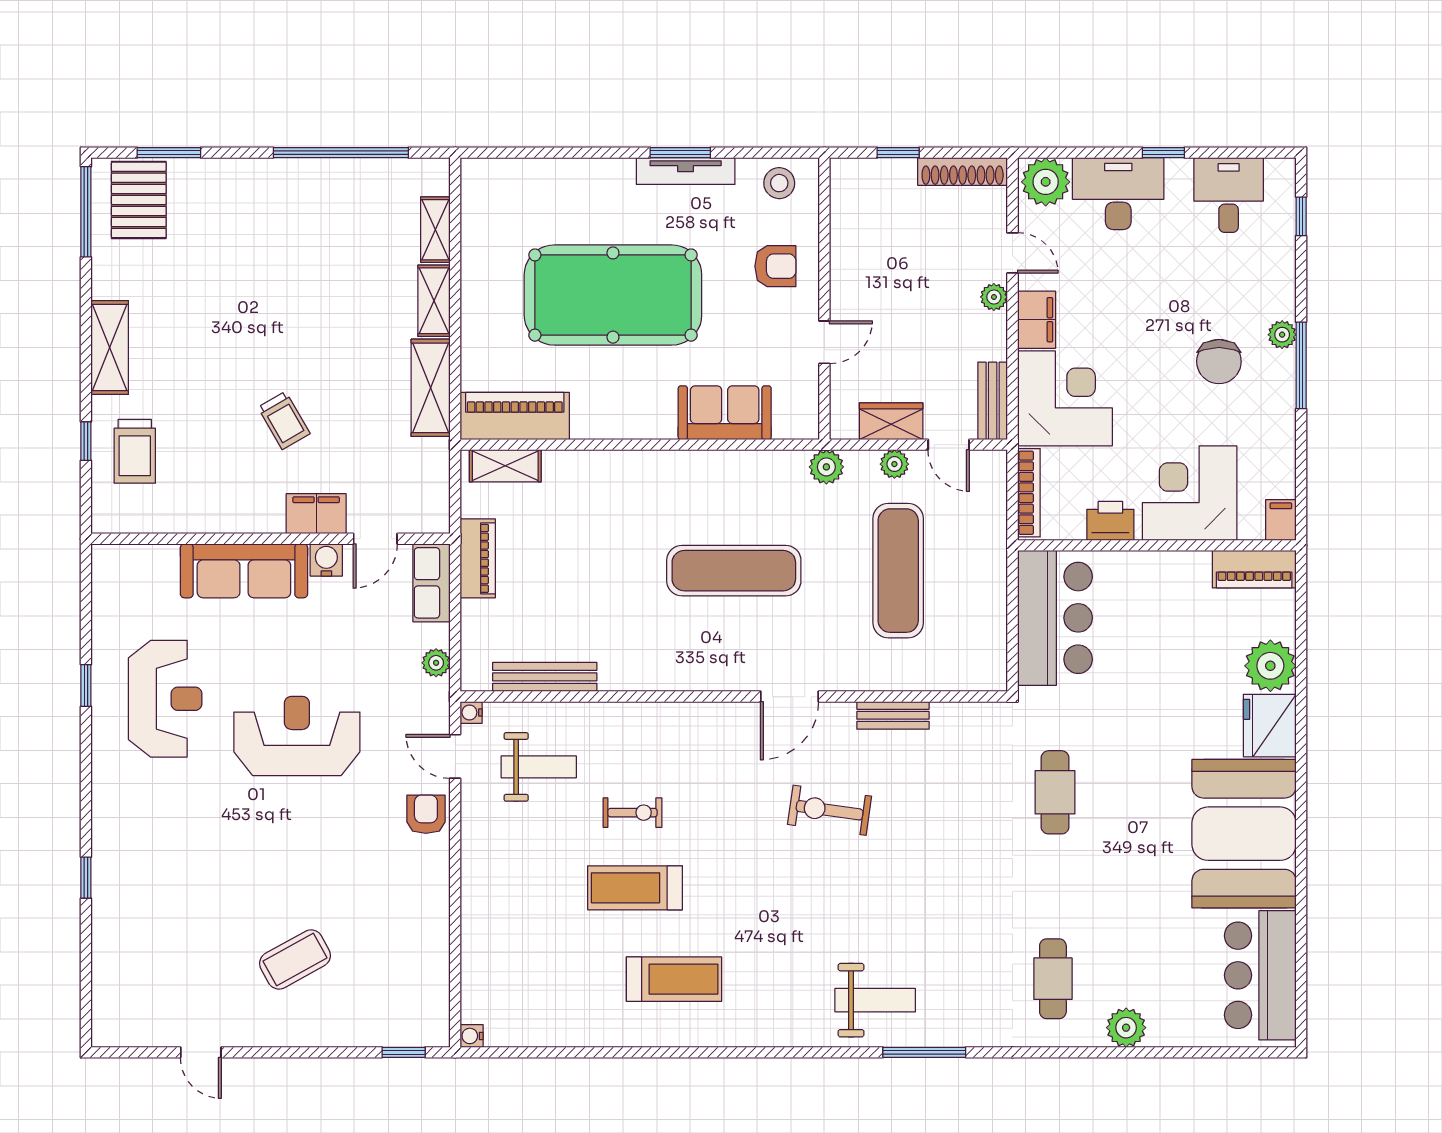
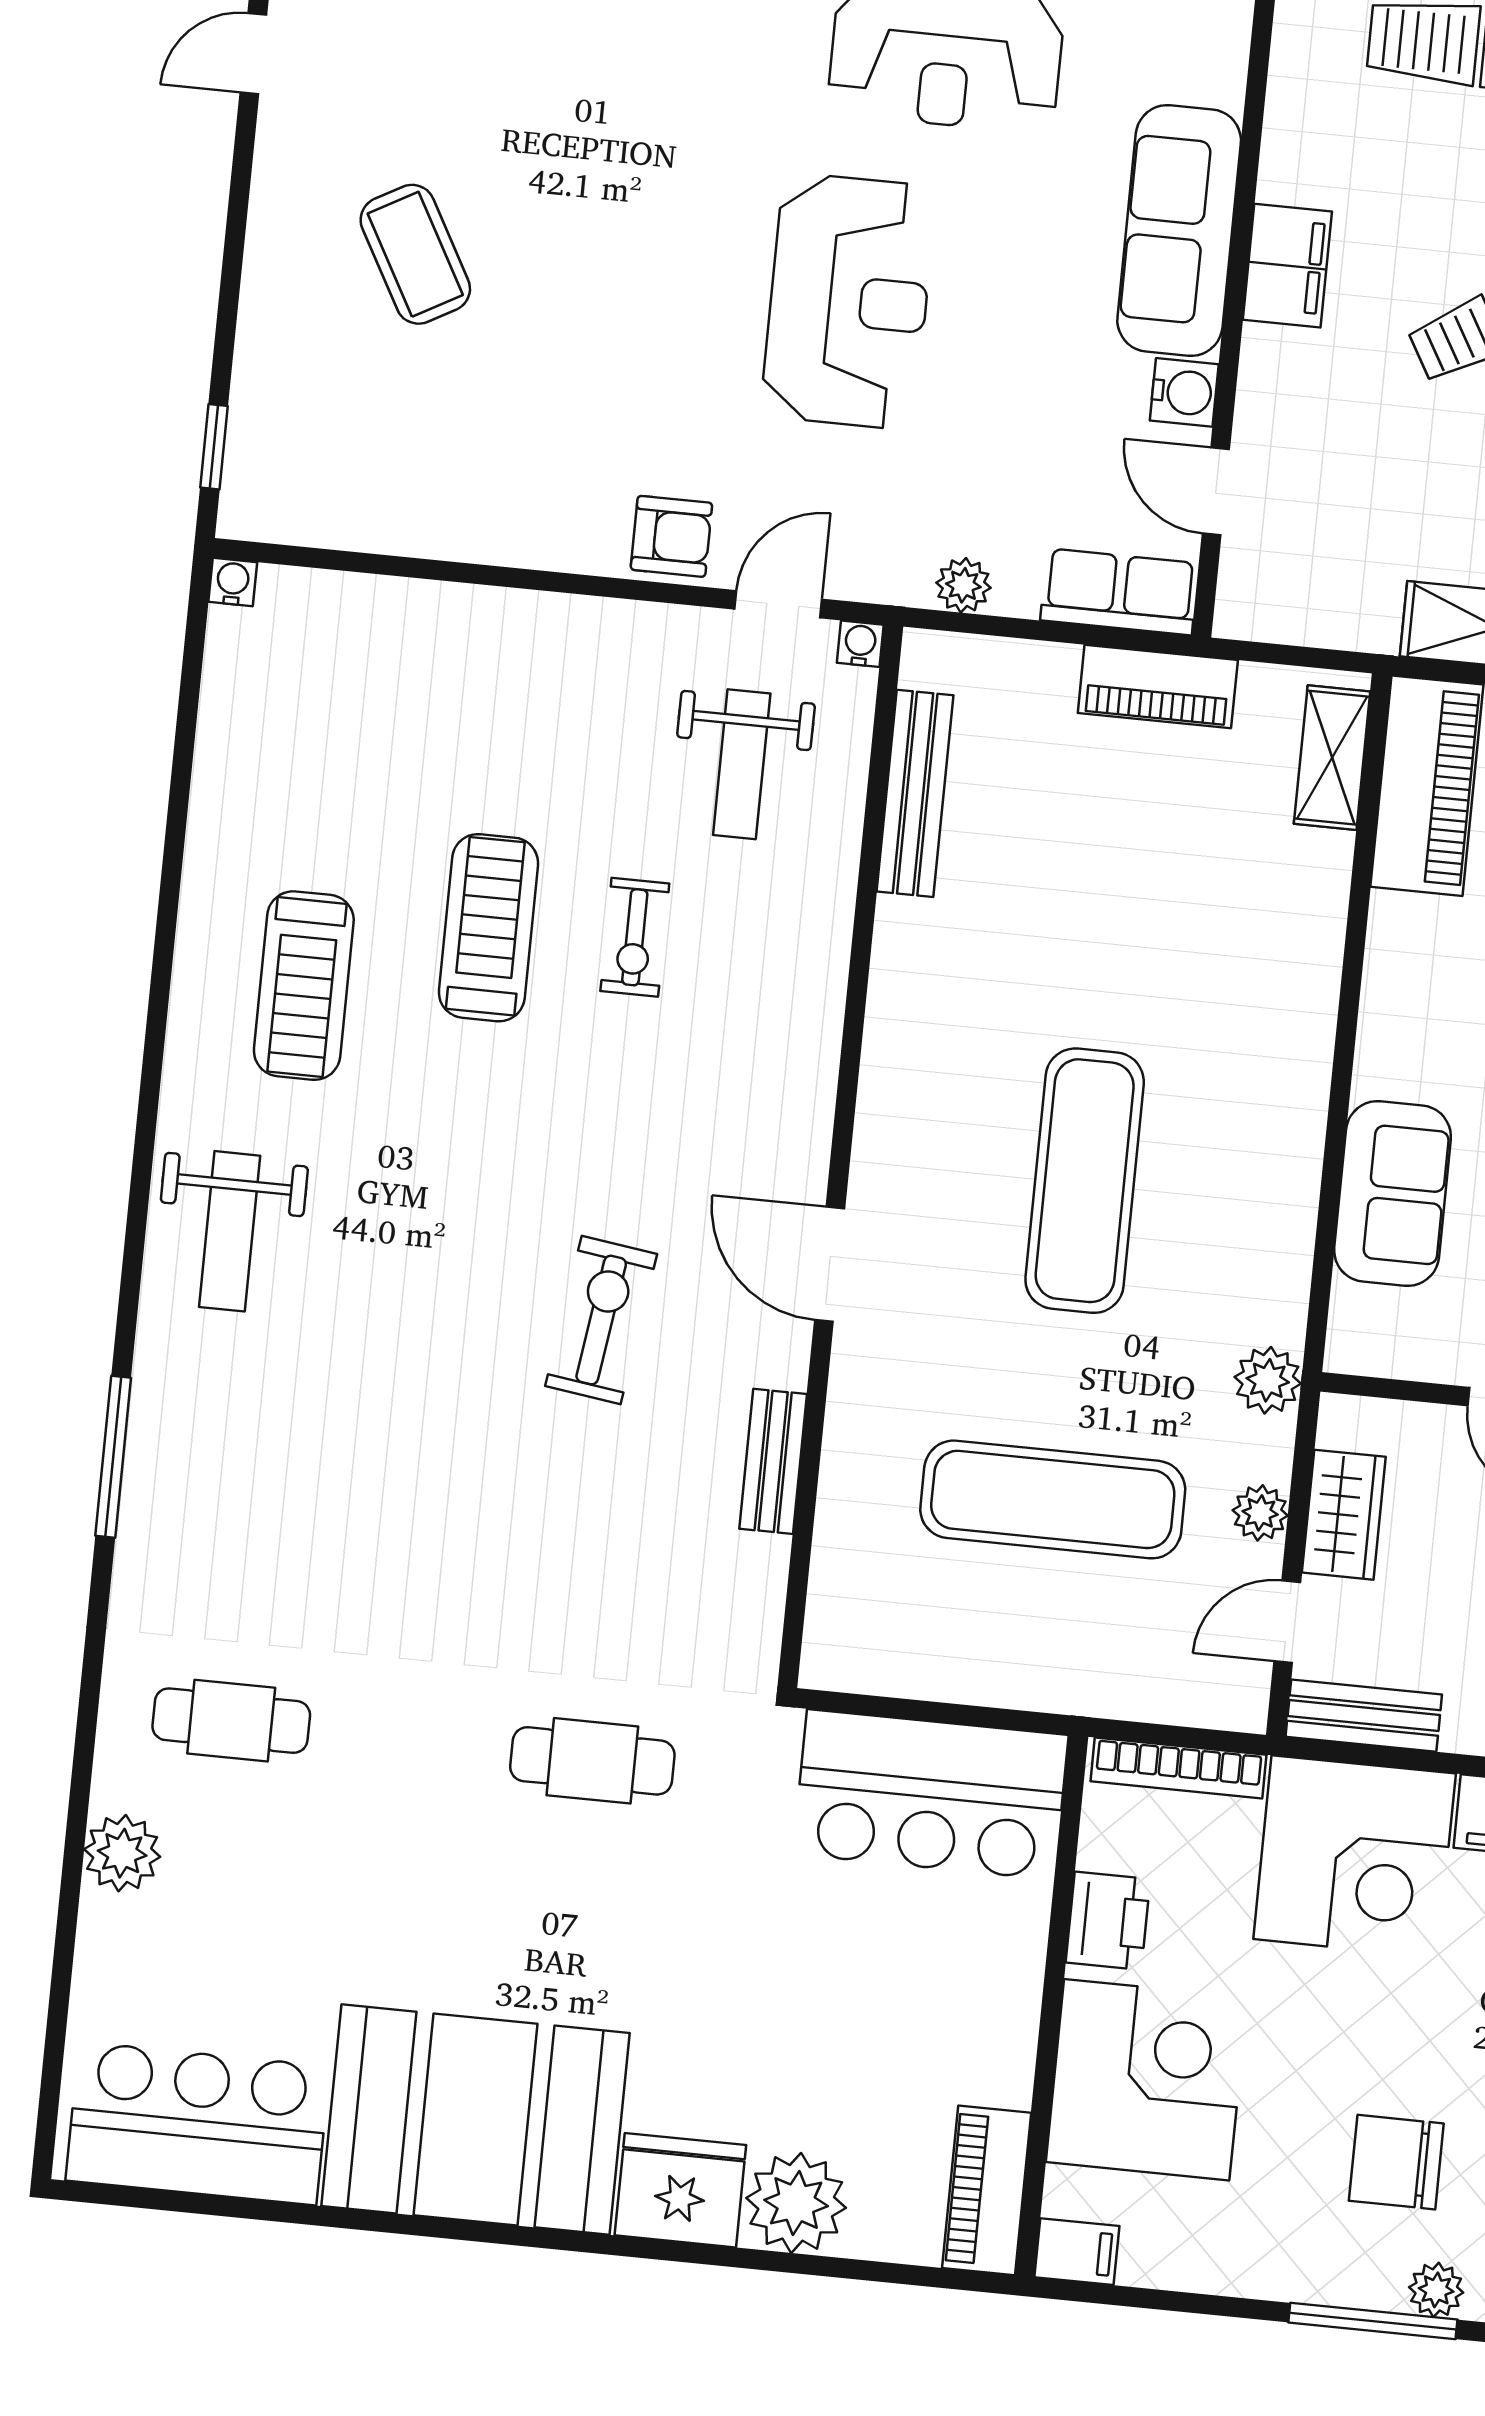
filing cabinet: (316, 514) -> (1287, 266), moved
weight bench: (875, 1000) -> (230, 1231), moved

